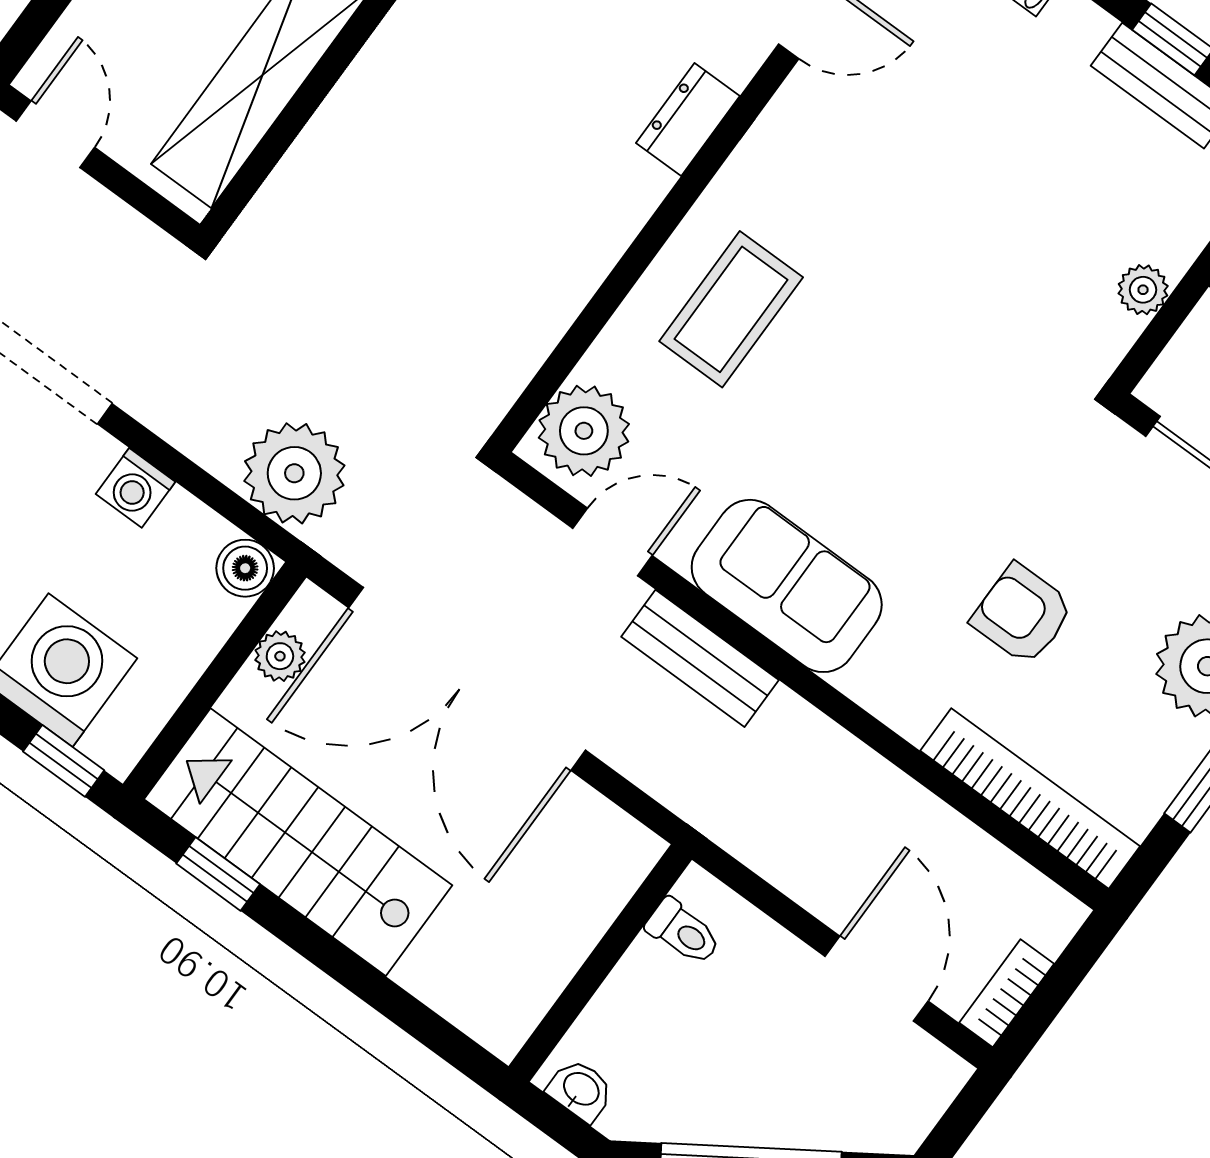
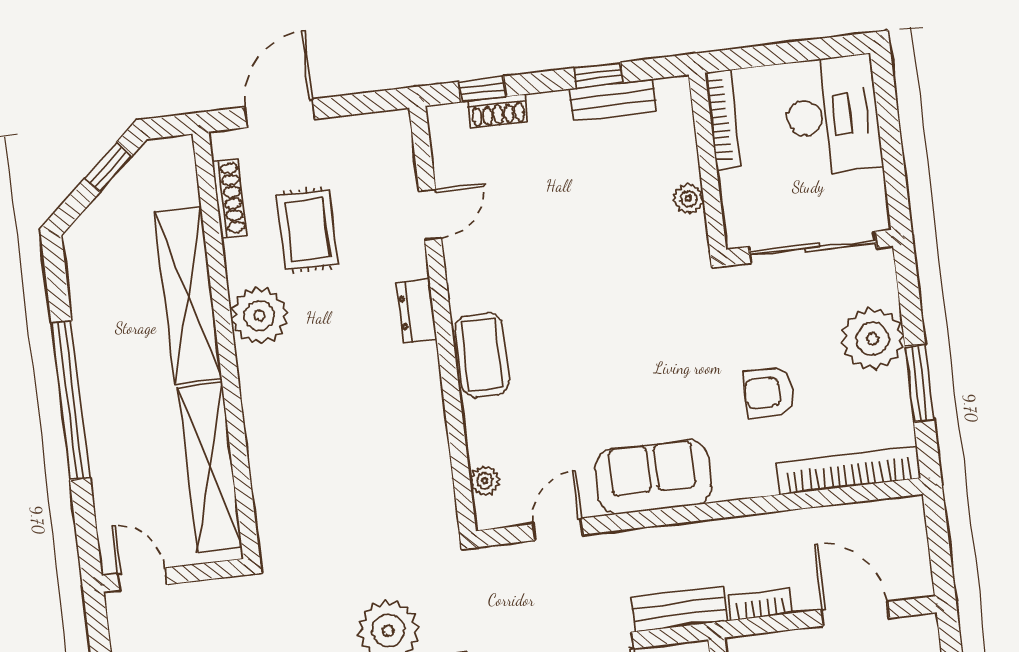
coffee table: (731, 309) -> (482, 355), moved
plant: (584, 431) -> (485, 481), width x0.53, depth x0.53
bench: (700, 658) -> (679, 609), moved
bookcase: (1007, 993) -> (760, 605), moved, turned 90

